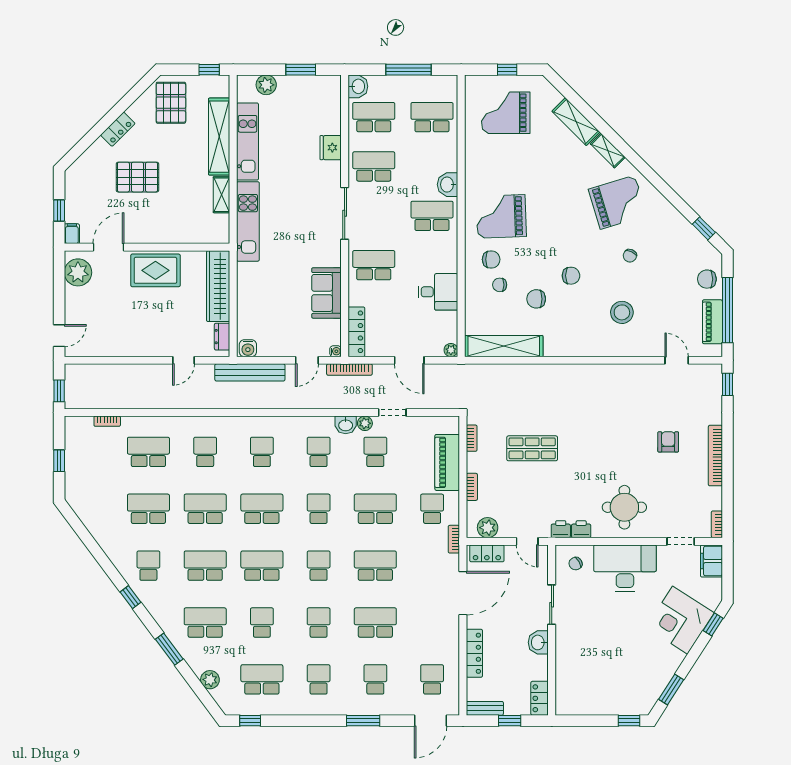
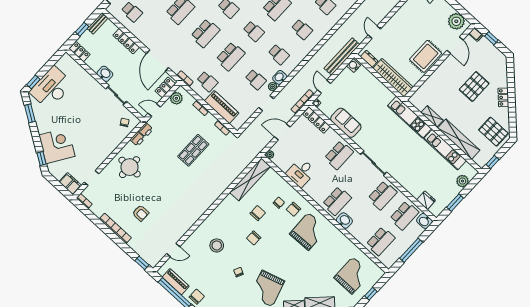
fridge: (331, 148) -> (426, 200), moved
desk: (625, 568) -> (51, 88), moved, turned 180

